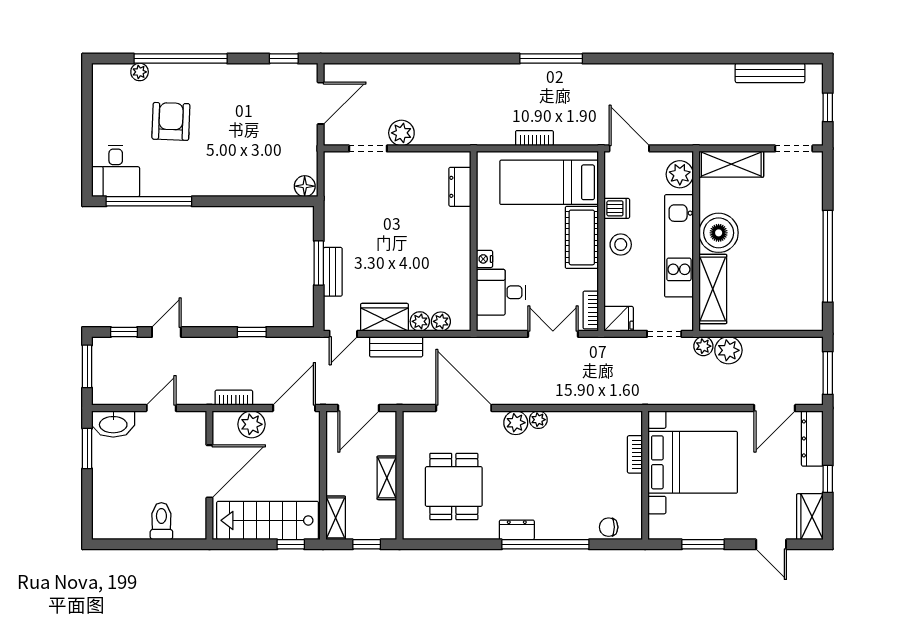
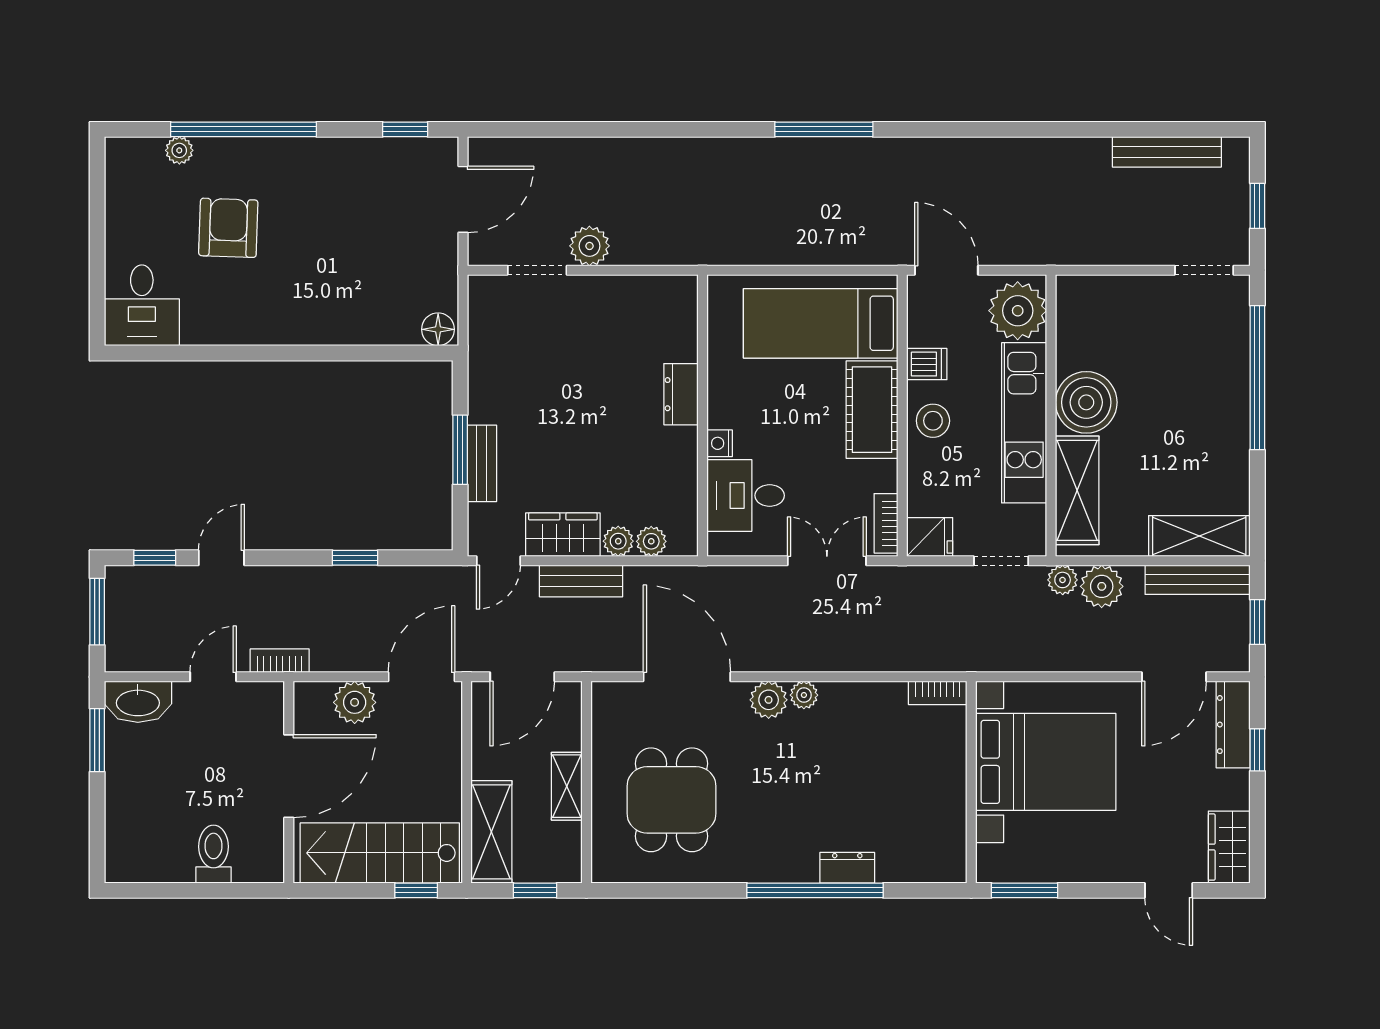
bookcase: (534, 138) -> (798, 254), removed
shelving: (731, 164) -> (1199, 536), moved
plant: (680, 174) -> (1018, 311), width x1.36, depth x1.36
dresser: (460, 187) -> (681, 394), moved
window: (149, 201) -> (194, 353), removed
window: (828, 256) -> (1257, 378), moved
bench: (790, 346) -> (1198, 580), added
window: (828, 373) -> (1257, 622), width x0.67
bookcase: (234, 398) -> (280, 661), moved
bookcase: (635, 454) -> (938, 693), moved, turned -90
window: (828, 479) -> (1257, 750), moved
shelving: (336, 518) -> (491, 832), width x1.50, depth x1.33
chair: (609, 527) -> (914, 863), removed
dresser: (517, 530) -> (847, 868), moved
window: (703, 544) -> (1025, 890), moved

